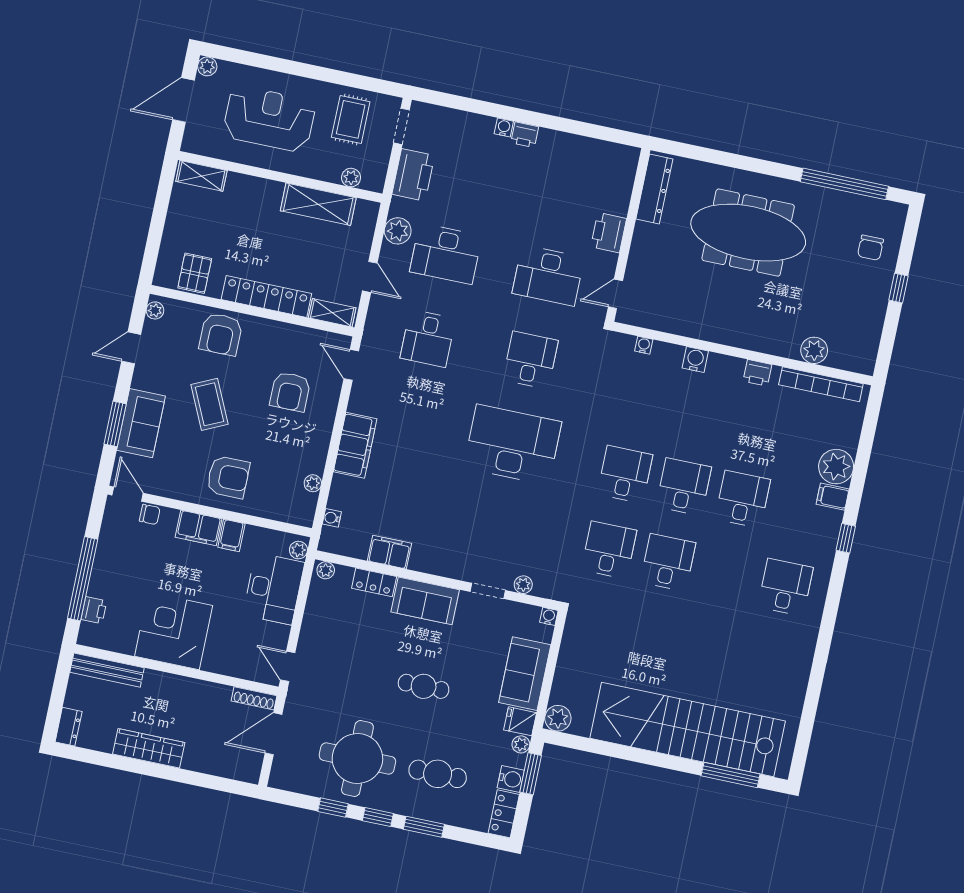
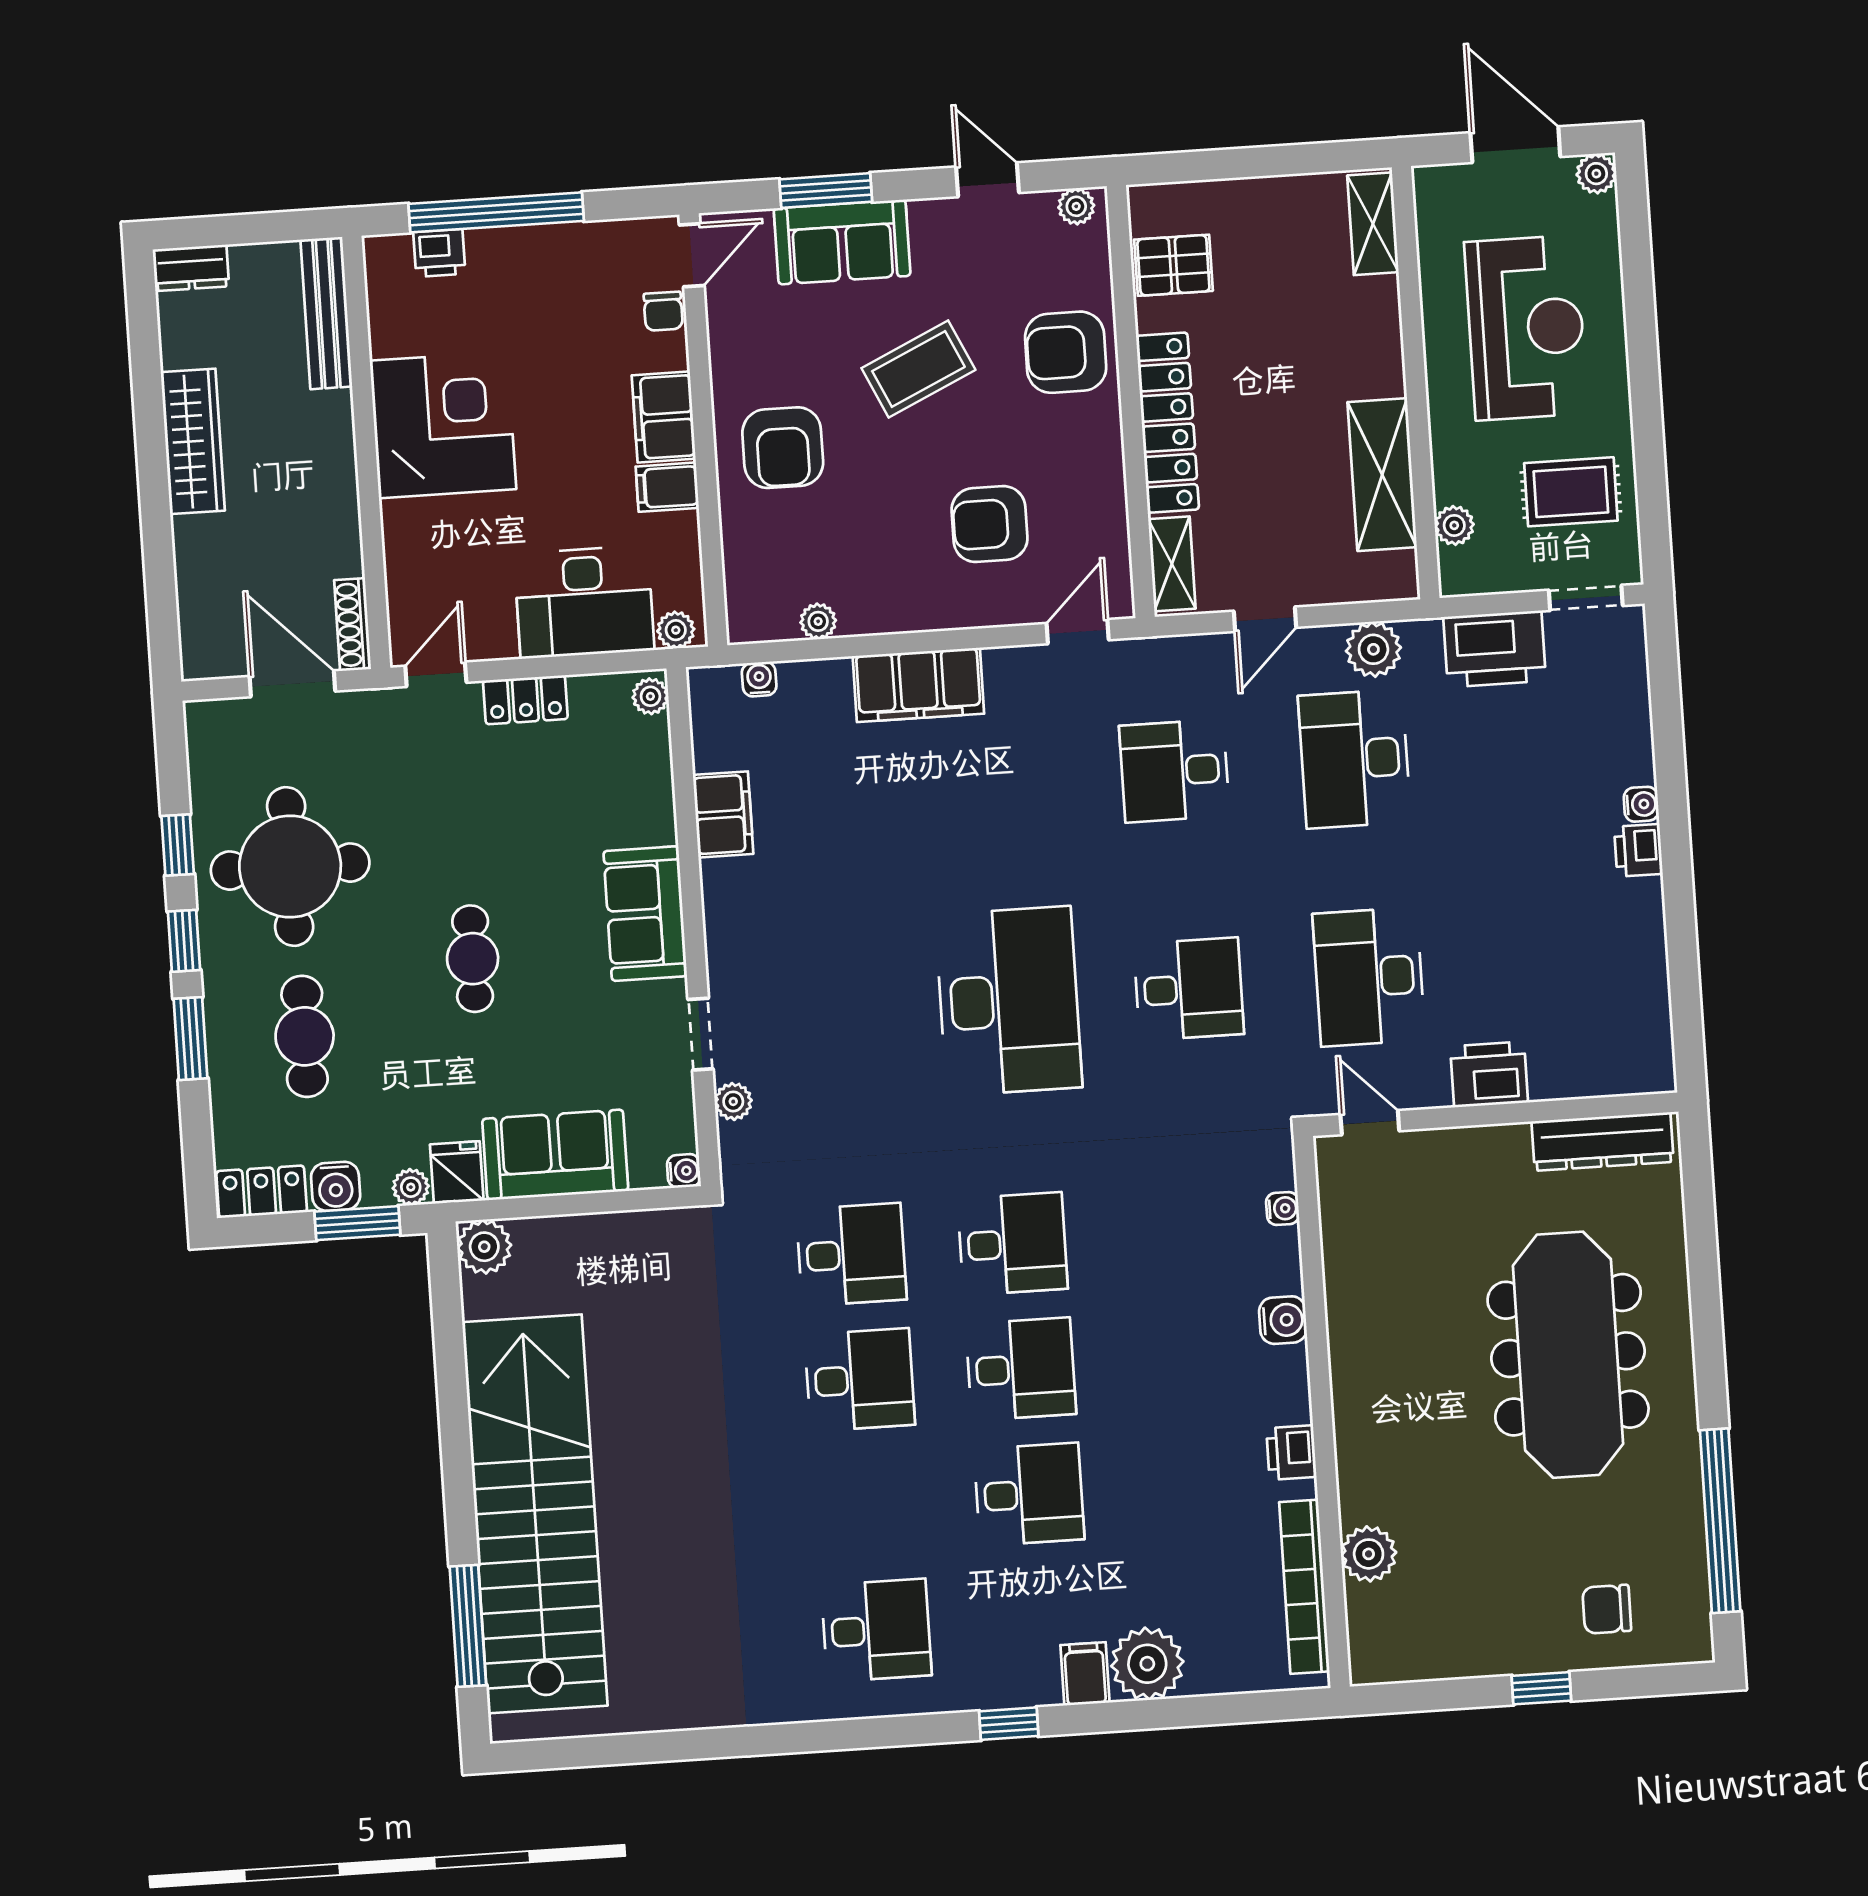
locker: (374, 582) -> (525, 700), moved, turned -90

